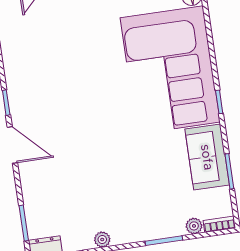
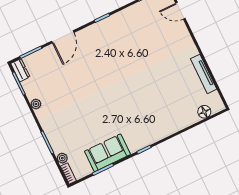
corner sofa: (170, 70) -> (154, 113), removed
door: (12, 145) -> (63, 37), moved

